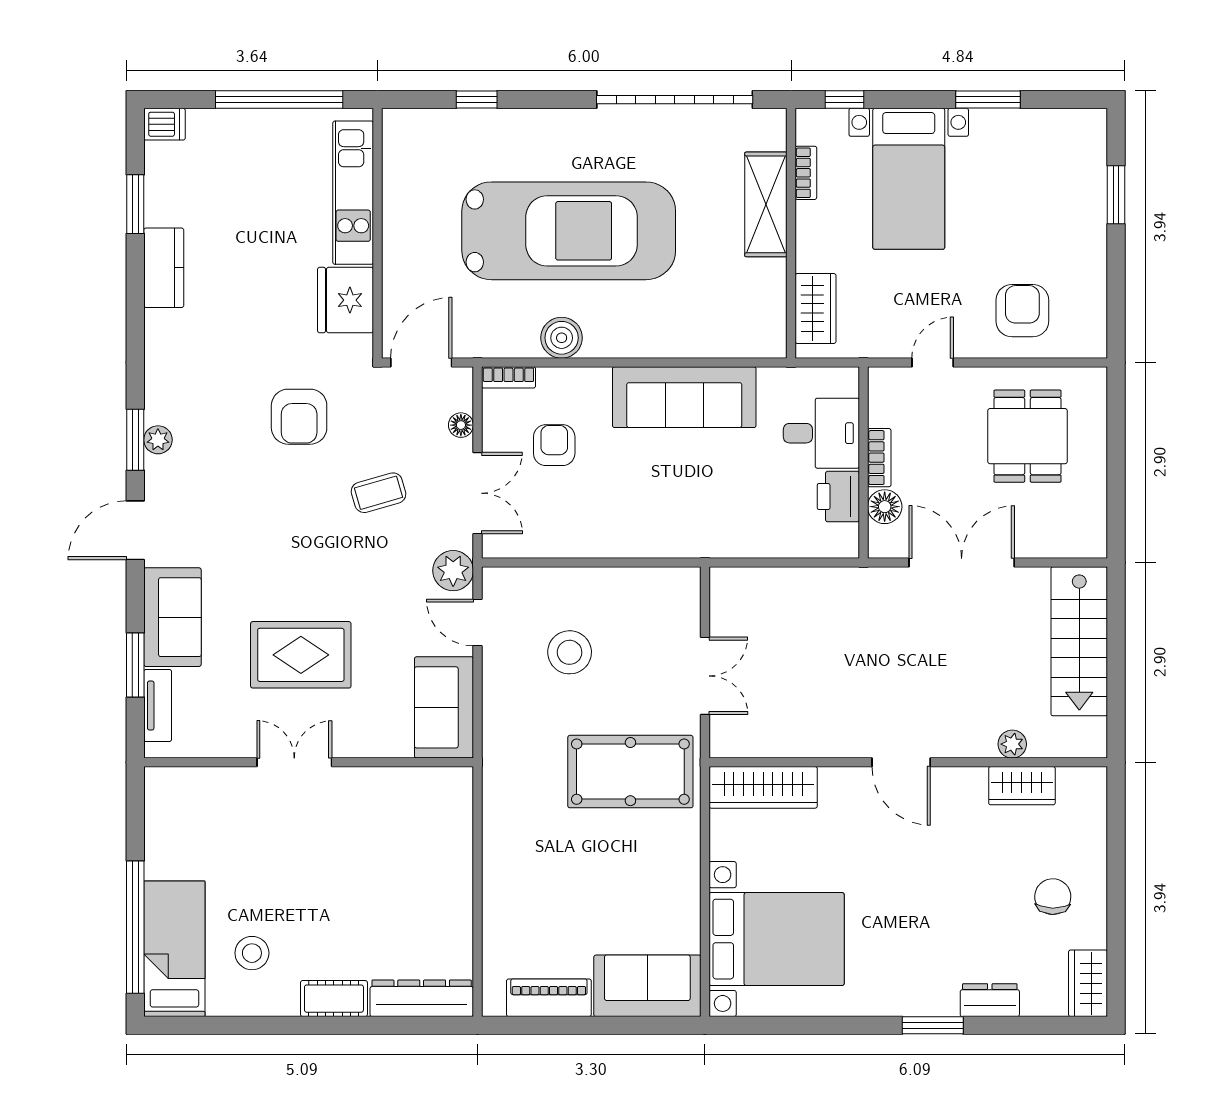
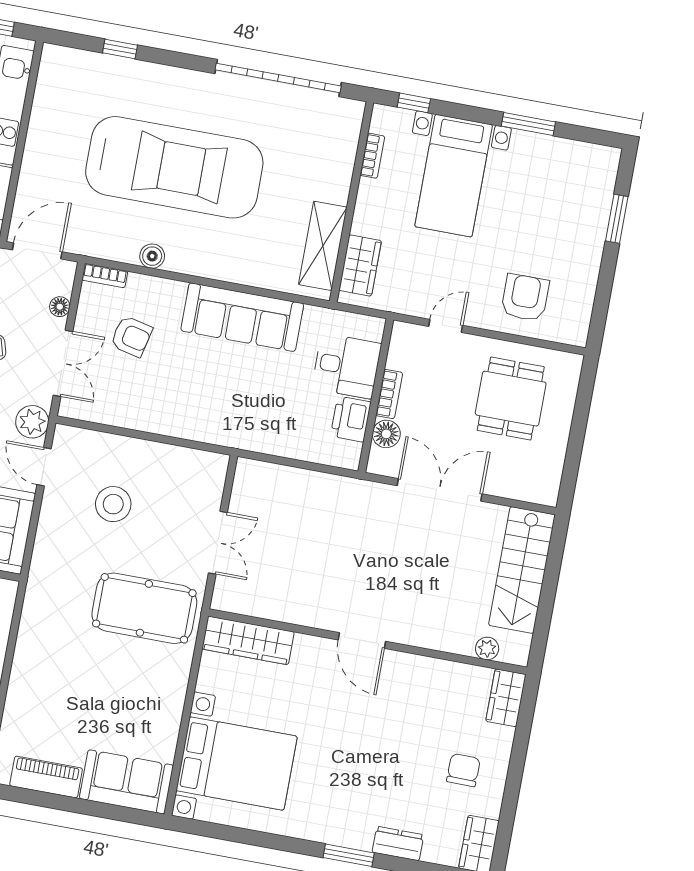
shelving: (766, 204) -> (323, 246), moved
boiler: (562, 338) -> (152, 256), width x0.73, depth x0.73
armchair: (554, 445) -> (131, 336), turned 103
plant: (1012, 744) -> (487, 648), moved
wardrobe: (1022, 786) -> (506, 698), moved, turned 90

